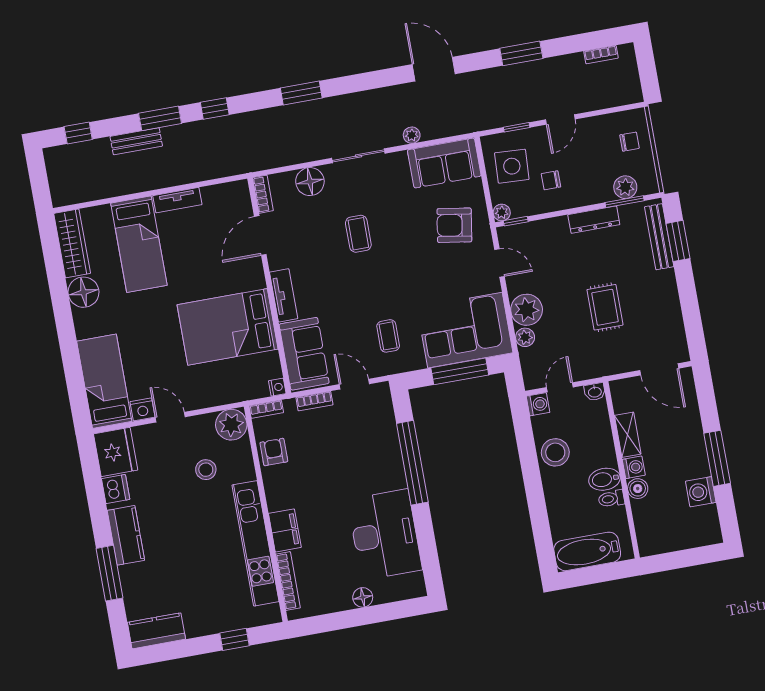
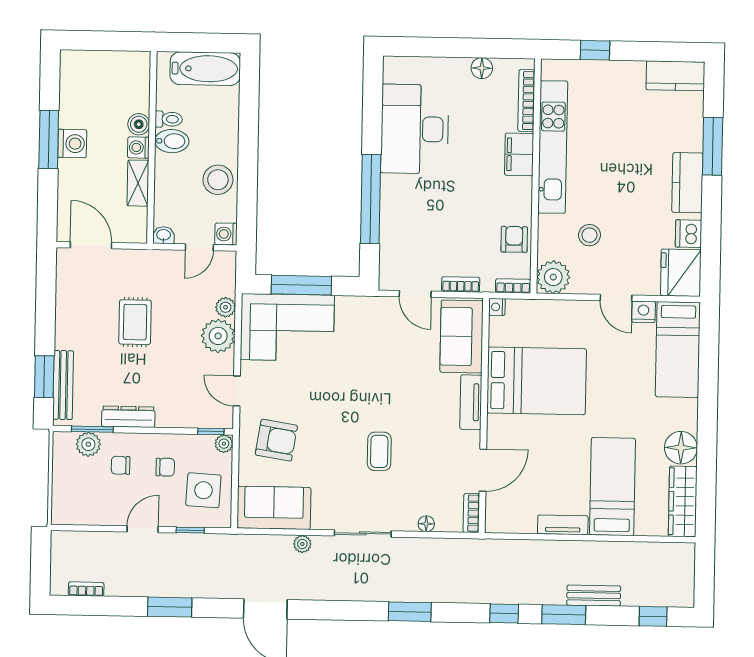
chair: (629, 142) -> (121, 465), moved
floor lamp: (310, 182) -> (426, 524), width x0.53, depth x0.53
coffee table: (388, 336) -> (369, 337), removed
armchair: (274, 452) -> (514, 239), turned 180
washing machine: (701, 492) -> (72, 144), moved
floor lamp: (363, 597) -> (482, 68), moved

